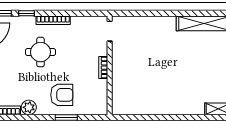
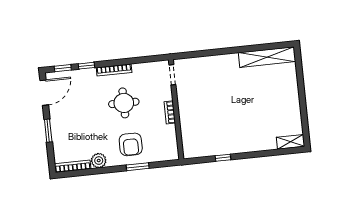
round table: (41, 52) -> (124, 103), moved
armchair: (62, 95) -> (131, 144), turned 90
window: (151, 117) -> (223, 158), added

